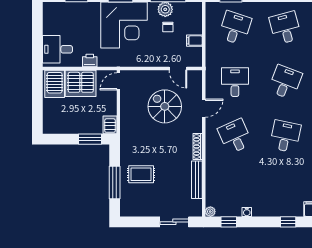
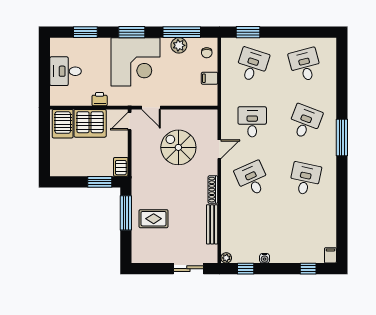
chair: (168, 27) -> (207, 53), moved
desk: (57, 49) -> (66, 71), moved
door: (178, 69) -> (151, 108), moved
window: (115, 183) -> (126, 213), moved

